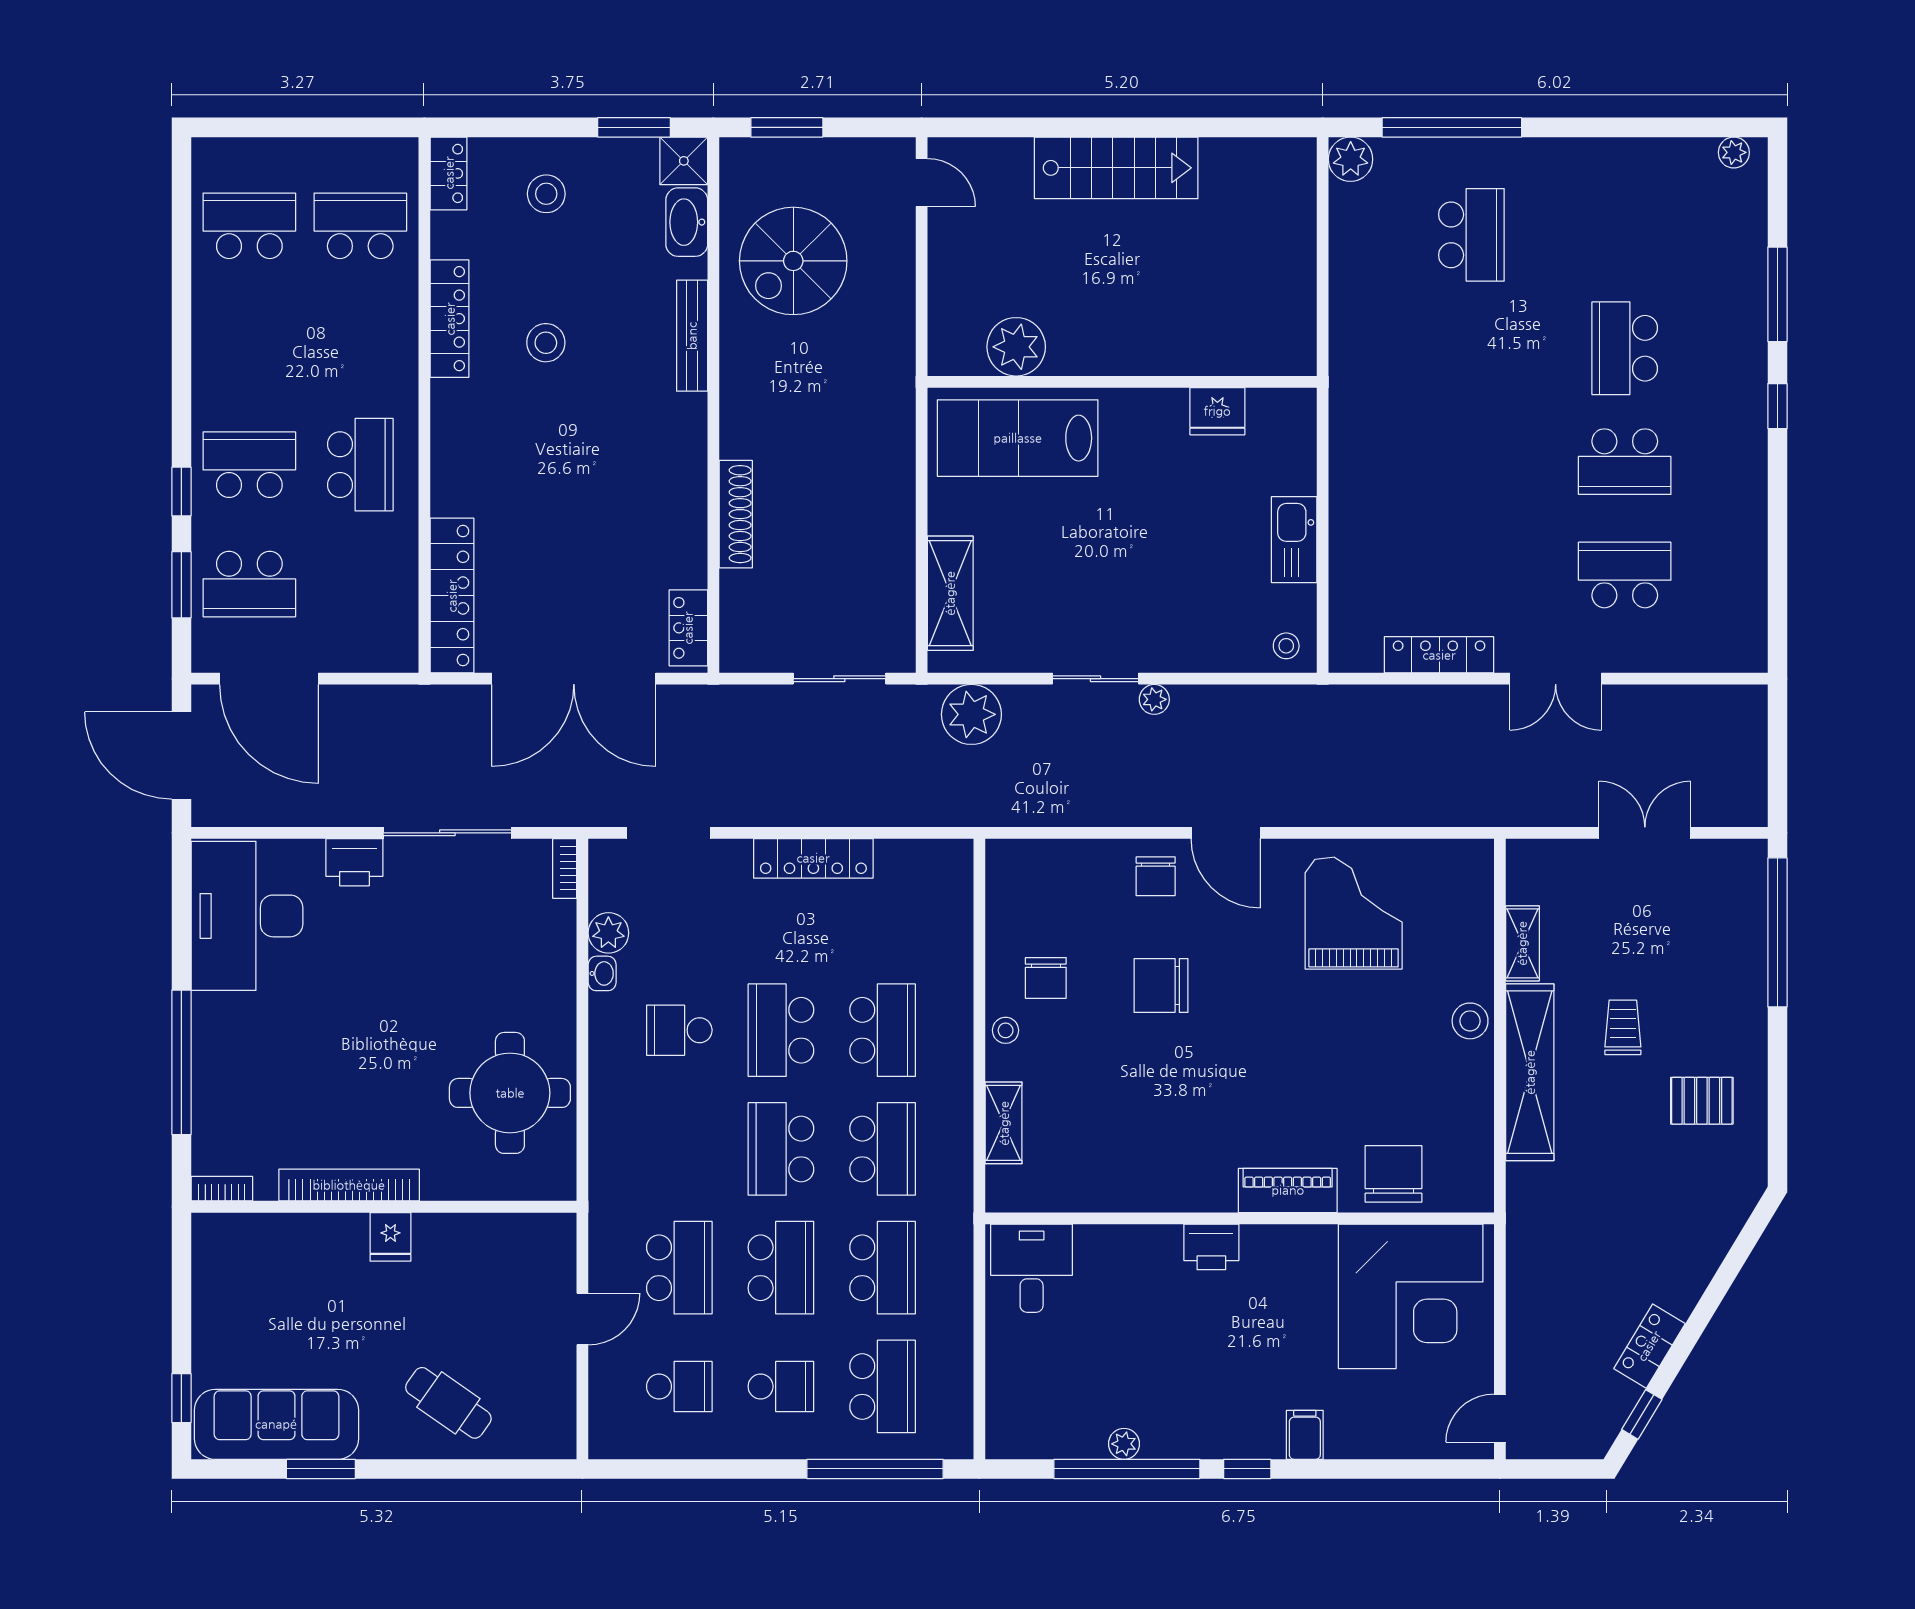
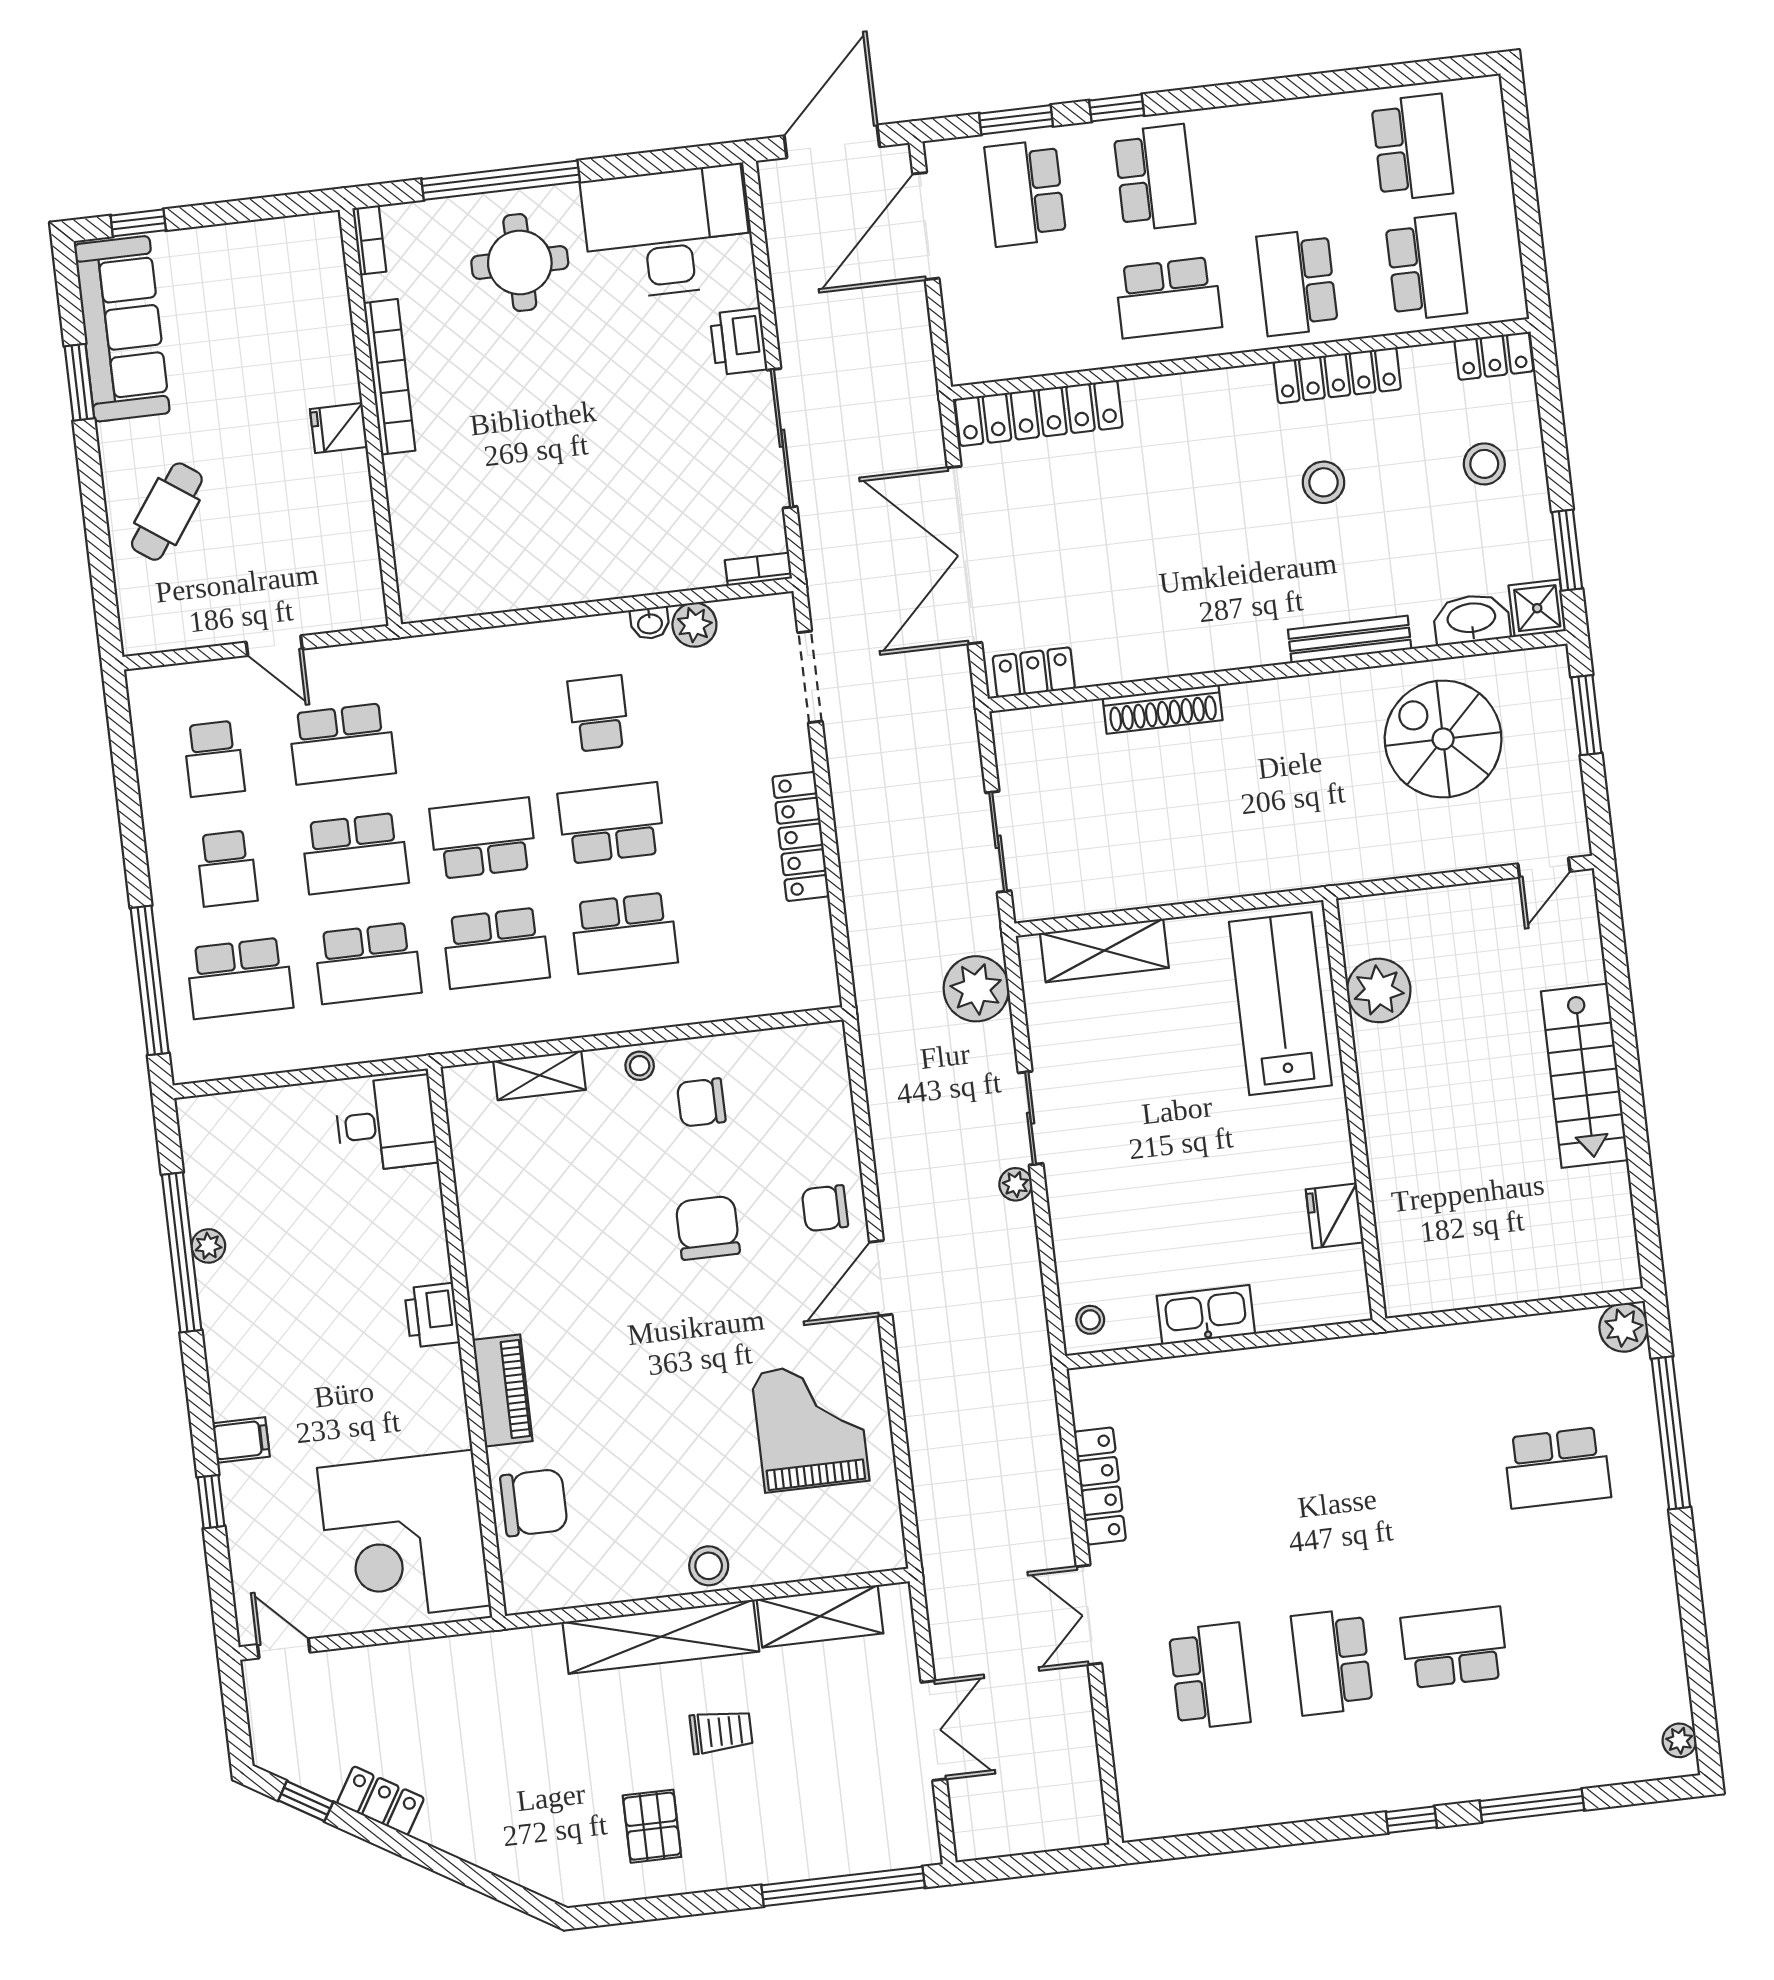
school desk: (360, 345) -> (1297, 282), added
grand piano: (1354, 913) -> (810, 1426), turned -90
shelving: (1522, 943) -> (820, 1616), width x1.50, depth x1.33
round table: (510, 1093) -> (520, 262), moved, width x0.73, depth x0.73
window: (1247, 1469) -> (211, 1502), moved

